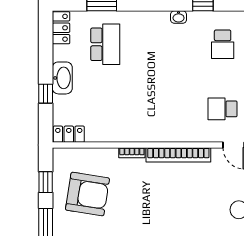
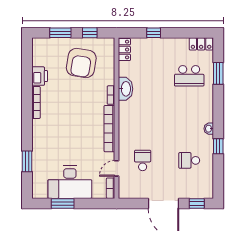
washbasin: (62, 78) -> (125, 89), moved, turned -90

